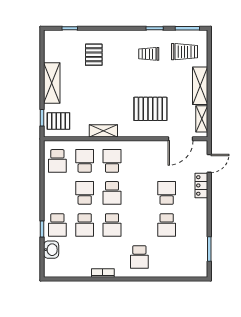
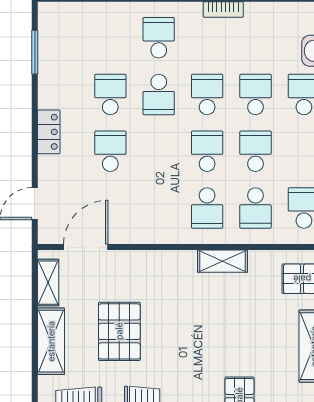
pallet: (150, 109) -> (119, 331), moved, turned 90
locker: (201, 185) -> (49, 132), moved
school desk: (85, 193) -> (256, 151), turned 180
school desk: (167, 193) -> (110, 151), turned 180
school desk: (139, 225) -> (159, 95), added

